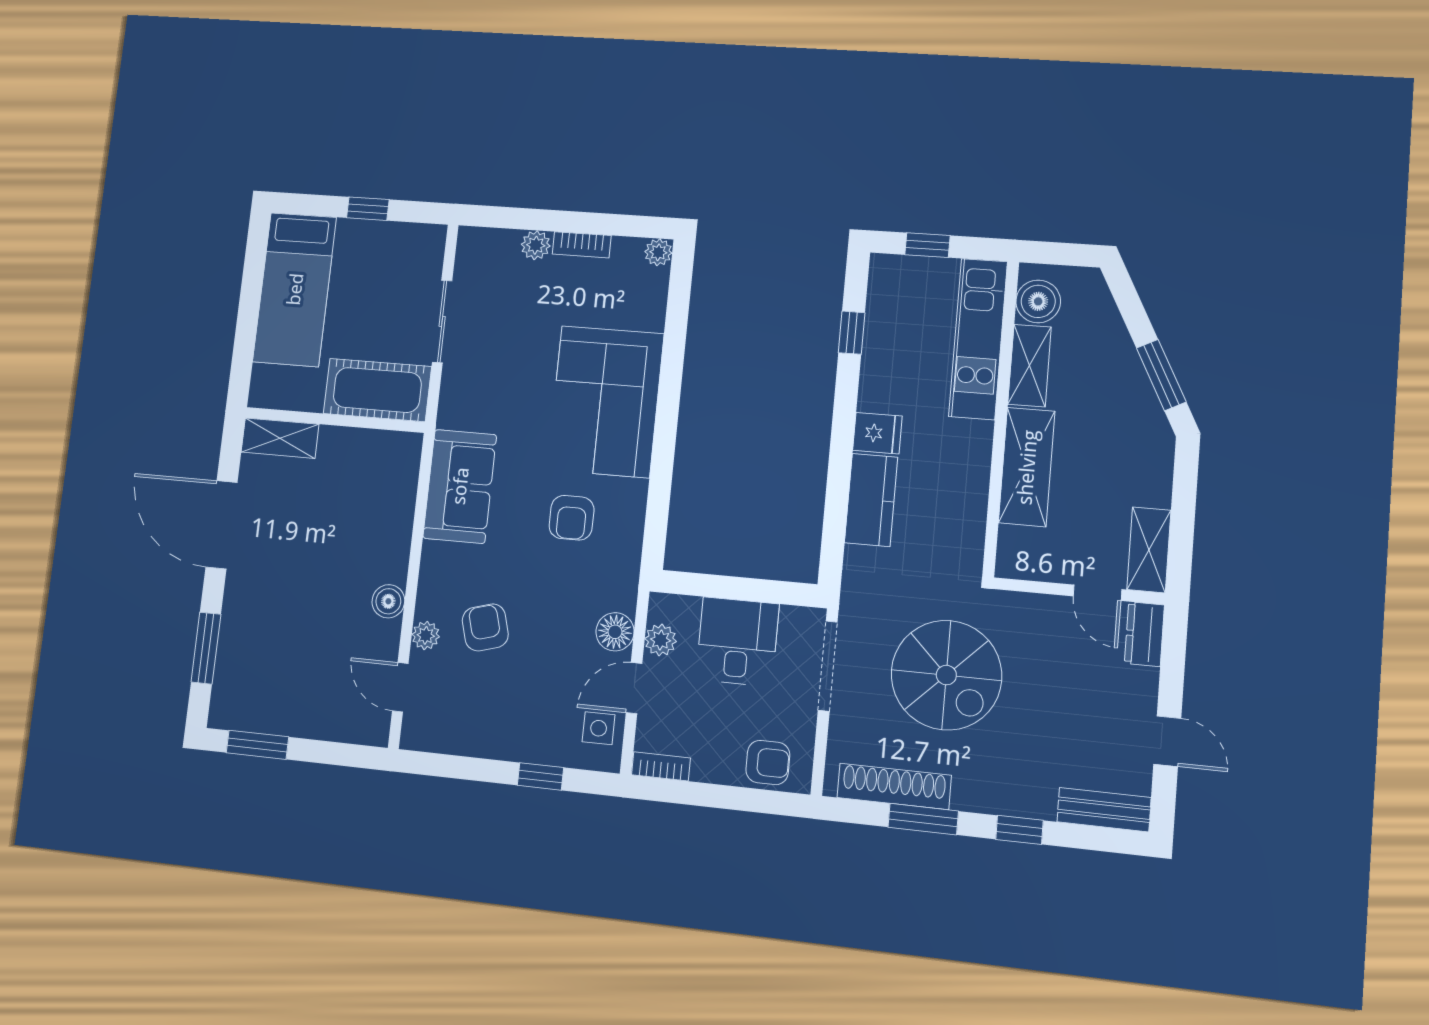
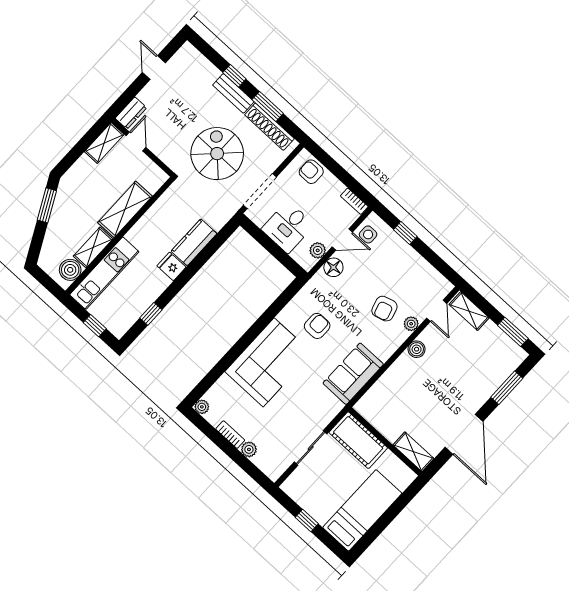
shelving: (349, 726) -> (469, 311), added
bench: (1104, 810) -> (233, 93), moved

